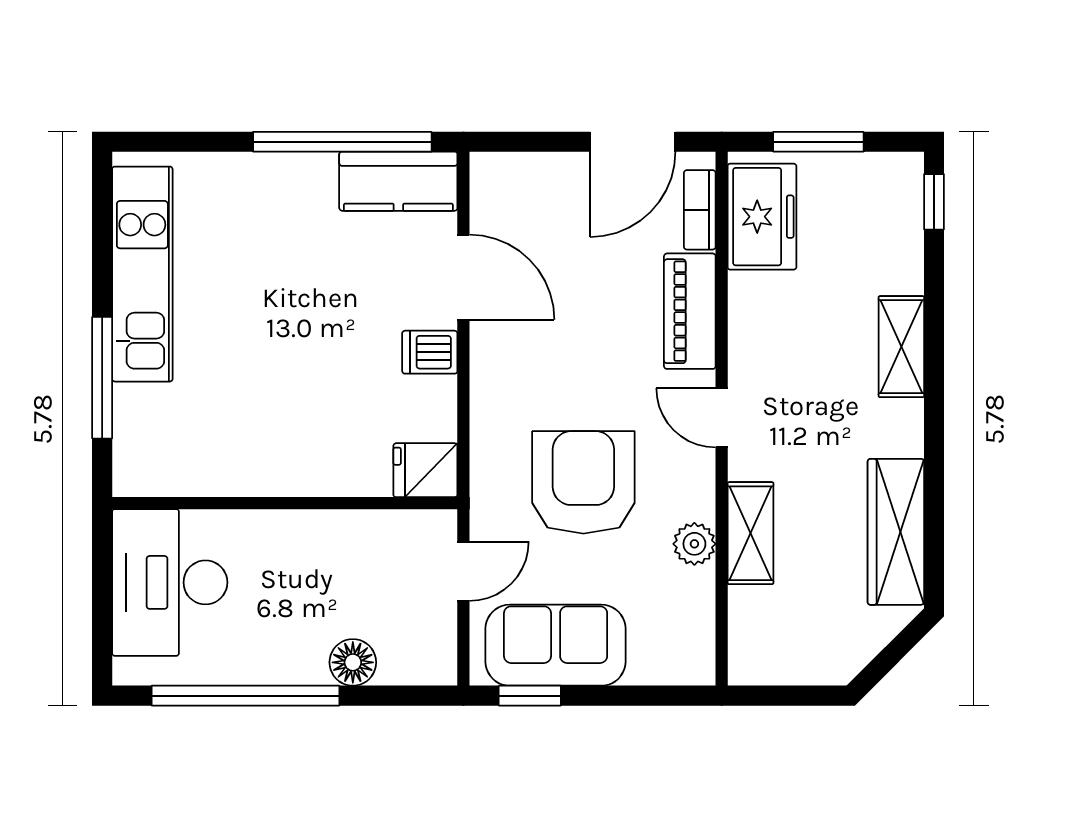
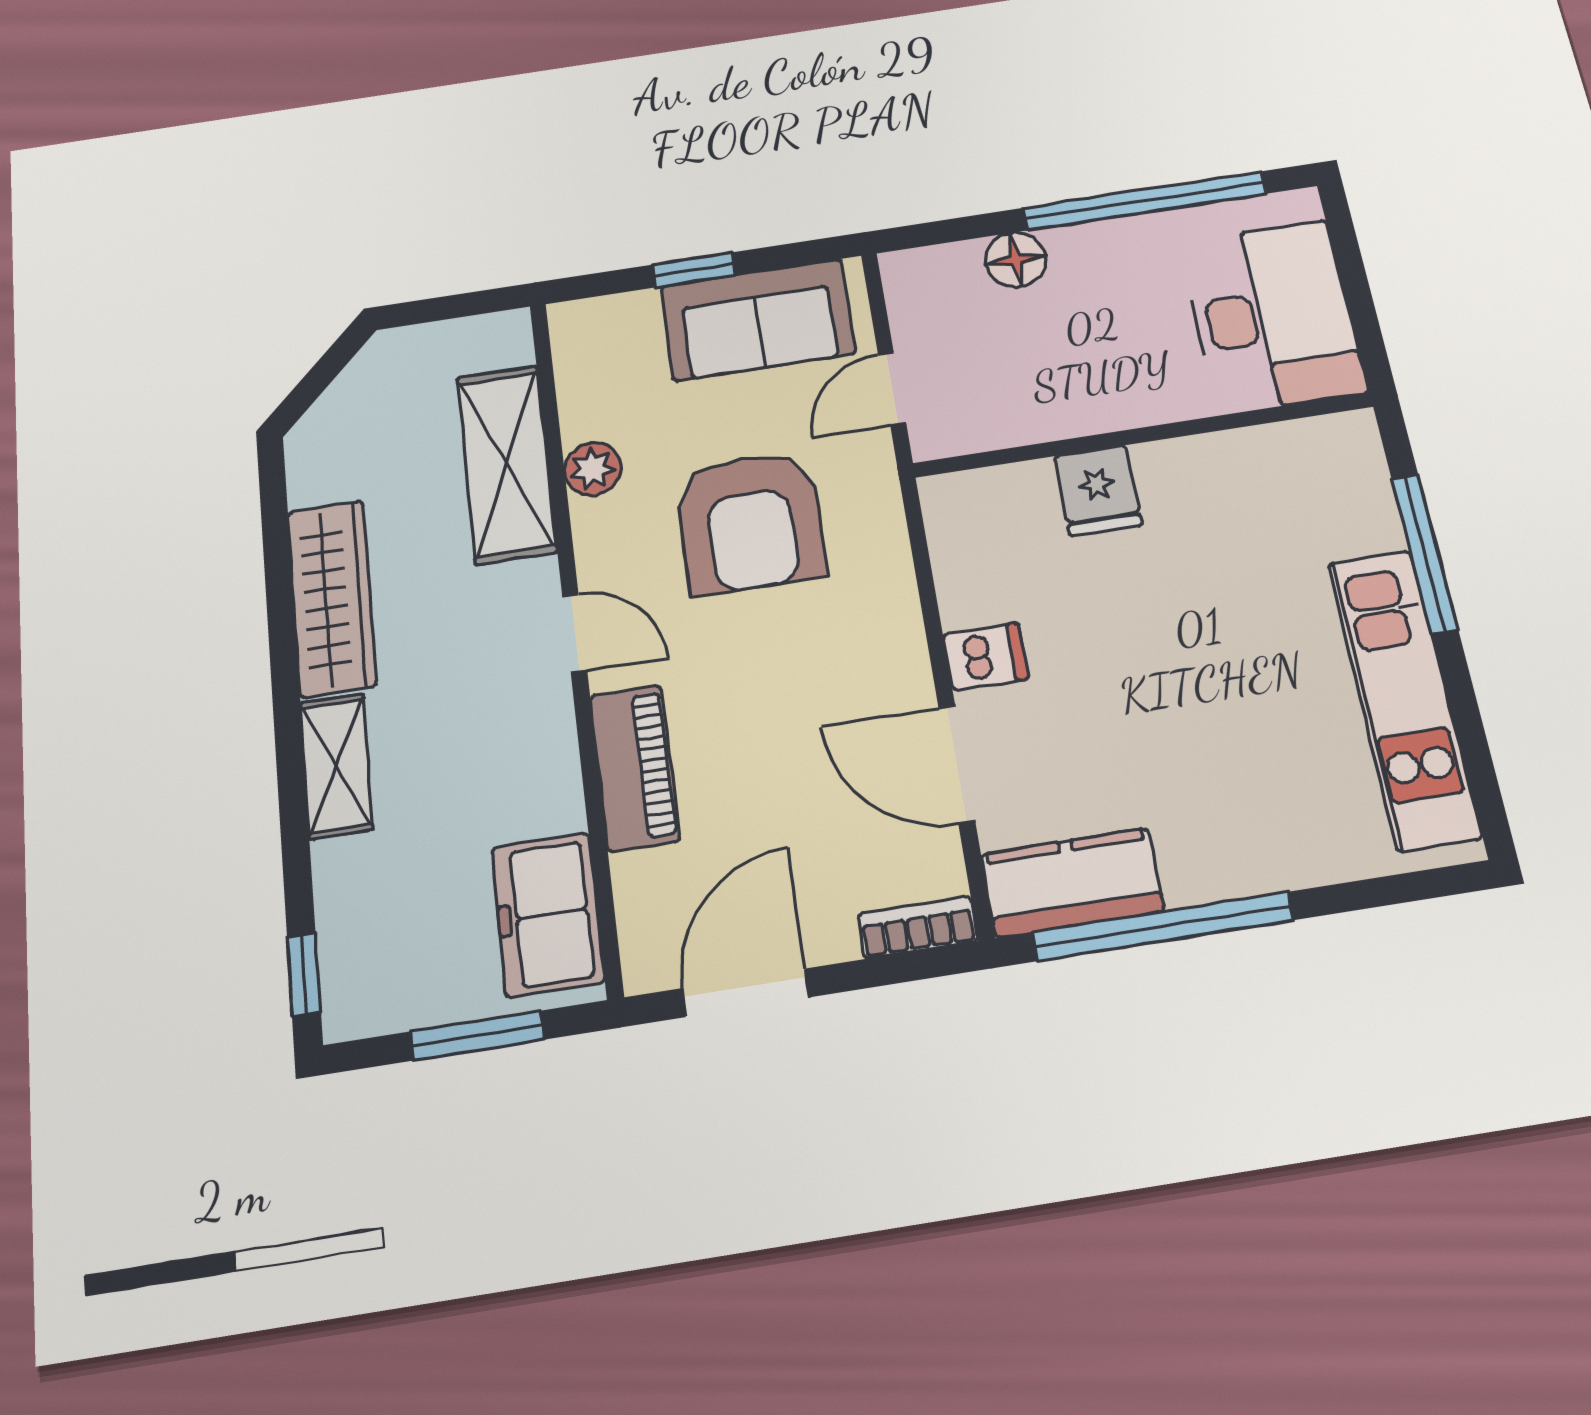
bookcase: (700, 210) -> (918, 927), moved, turned -90
fridge: (425, 470) -> (1098, 490), moved, turned 90
wardrobe: (896, 532) -> (332, 598), moved
shelving: (750, 533) -> (506, 464), width x1.50, depth x1.33
window: (530, 696) -> (694, 270), moved

